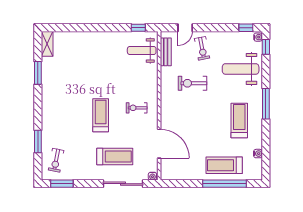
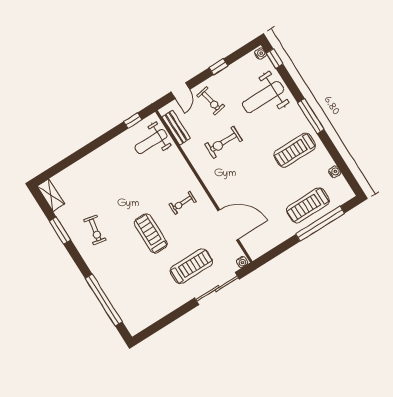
window: (246, 28) -> (218, 67), moved
treadmill: (239, 120) -> (295, 150), turned -90
window: (38, 141) -> (104, 300), width x2.11
exercise bike: (56, 160) -> (95, 230), moved
window: (62, 184) -> (155, 328), removed

